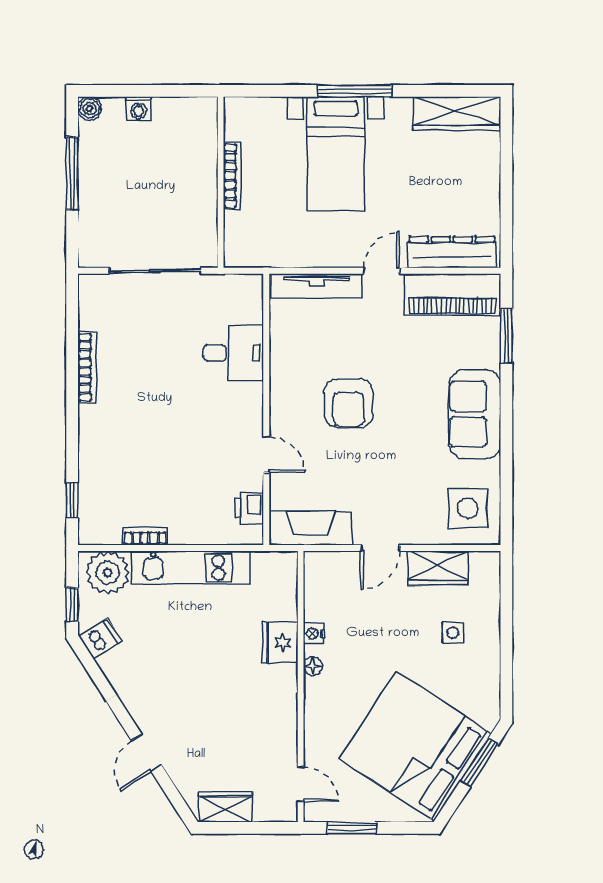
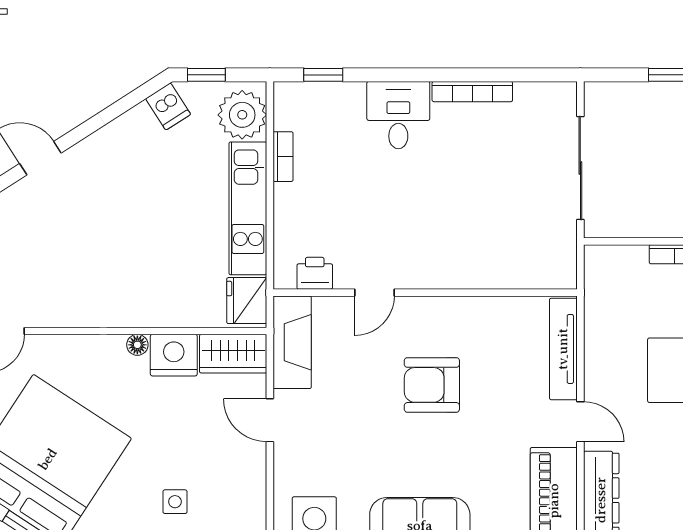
desk: (233, 353) -> (398, 115), moved, turned 180
wardrobe: (438, 568) -> (233, 354), moved, turned -90
nightstand: (314, 634) -> (174, 355), width x1.89, depth x1.79
fridge: (280, 643) -> (247, 301), moved, turned -90

